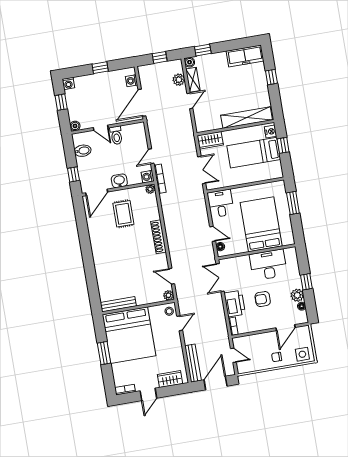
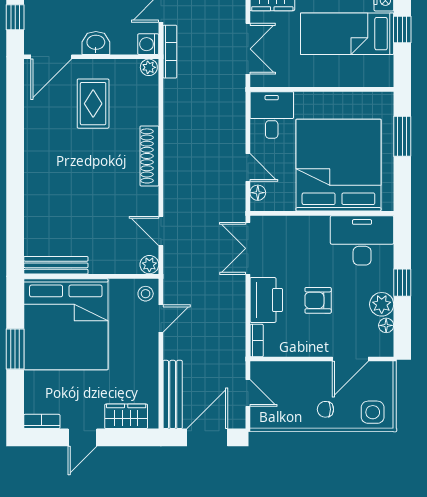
bed: (261, 224) -> (338, 165), width x1.36
desk: (268, 265) -> (362, 240), moved

